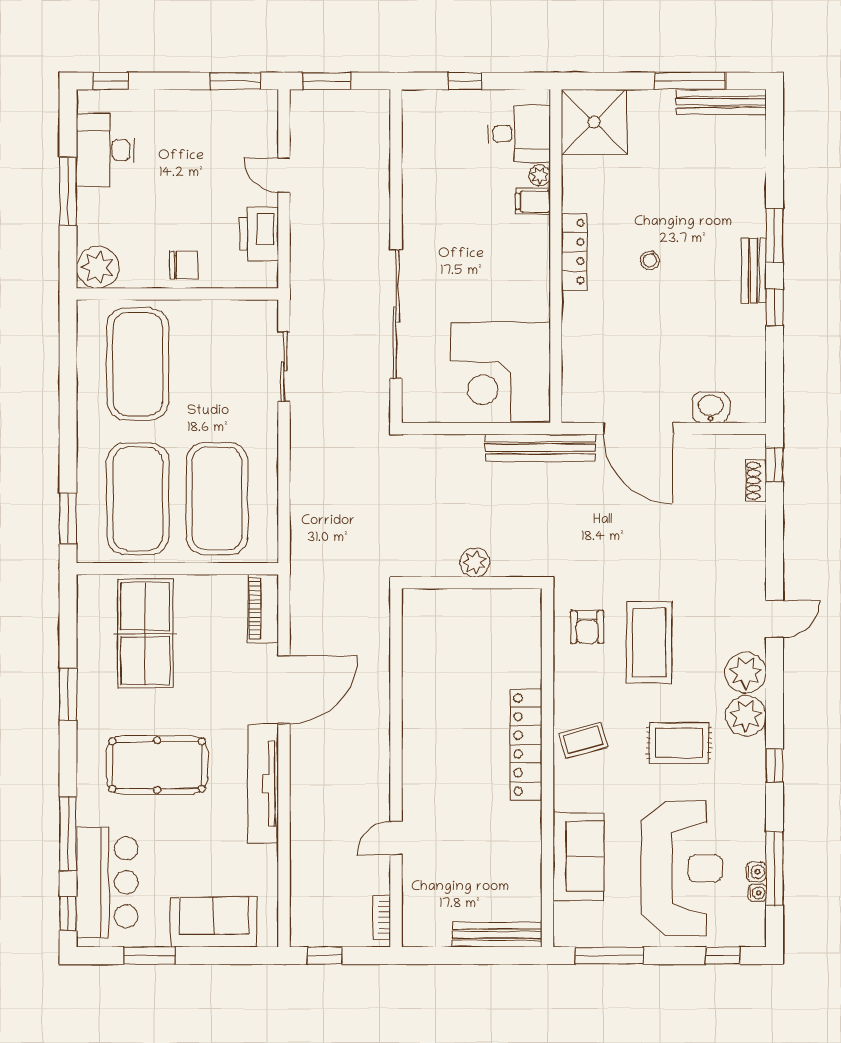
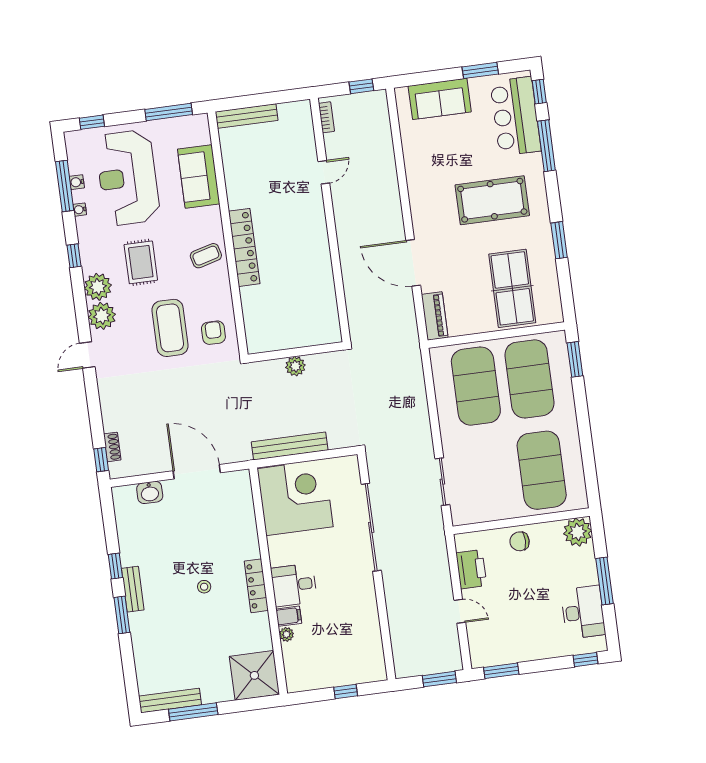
desk: (519, 134) -> (294, 585), moved
bench: (540, 448) -> (290, 446), moved
door: (284, 690) -> (413, 263), hinge flipped
rug: (679, 743) -> (141, 262), turned 90
tv unit: (263, 784) -> (419, 197), removed
water cooler: (757, 893) -> (80, 210), moved

